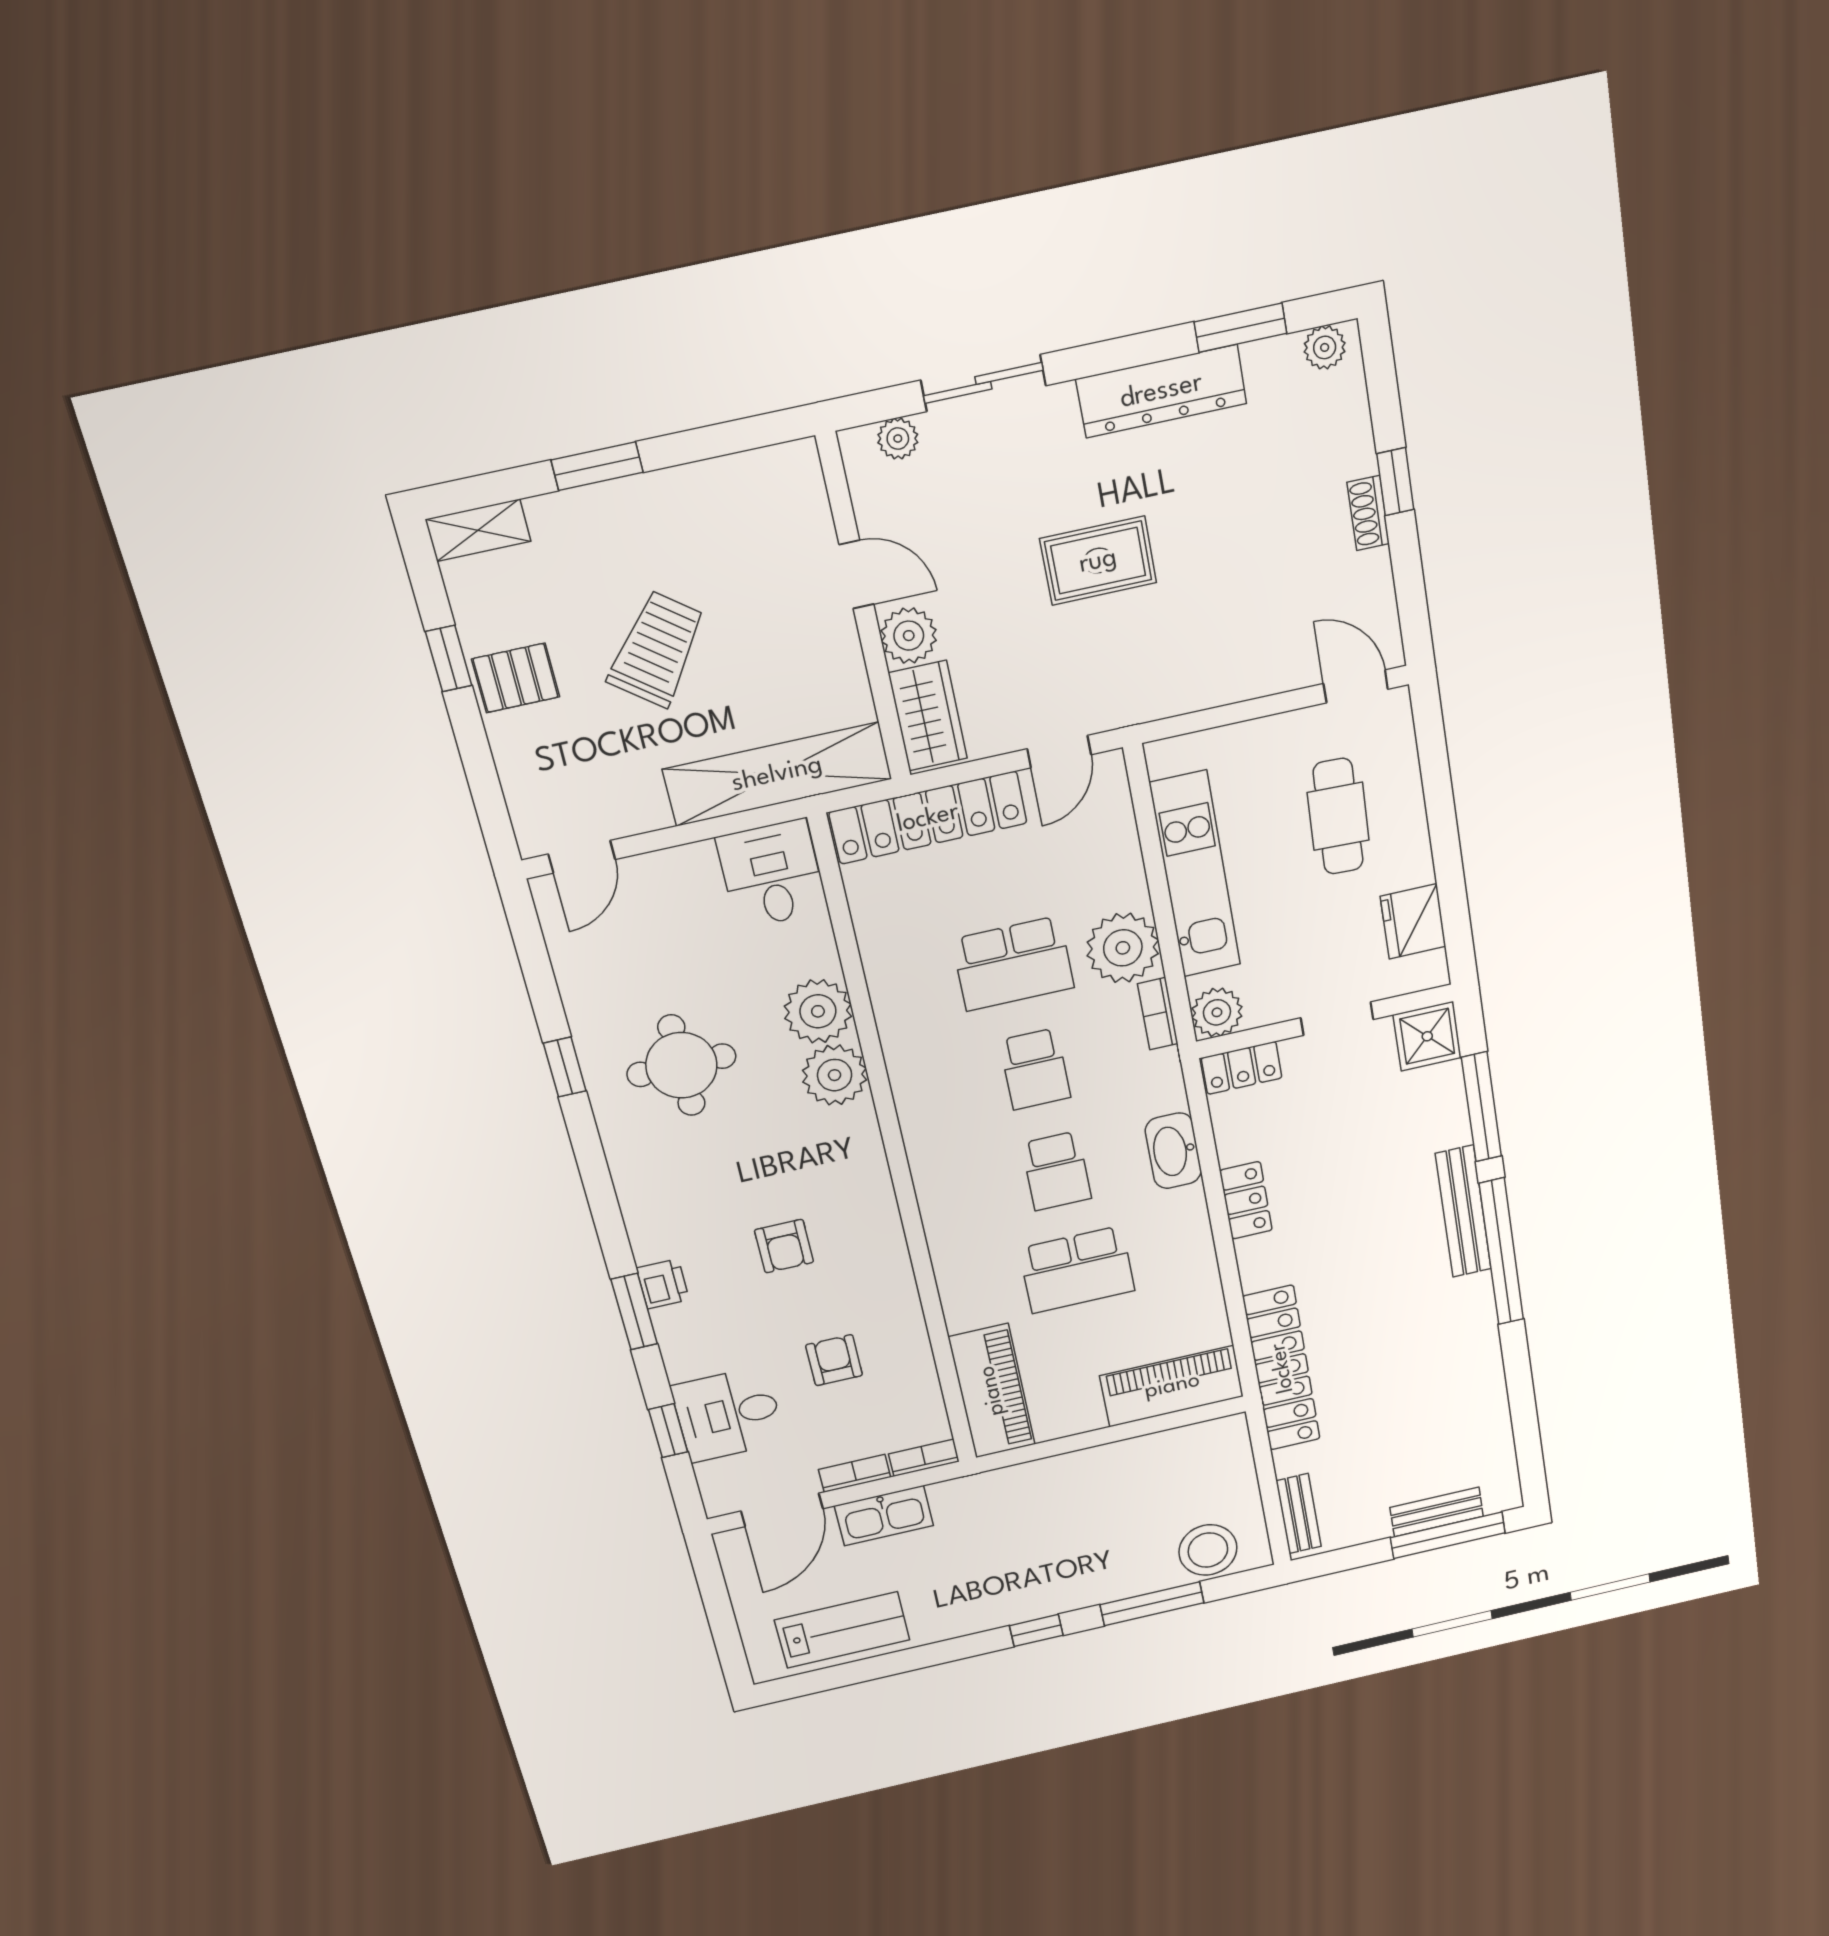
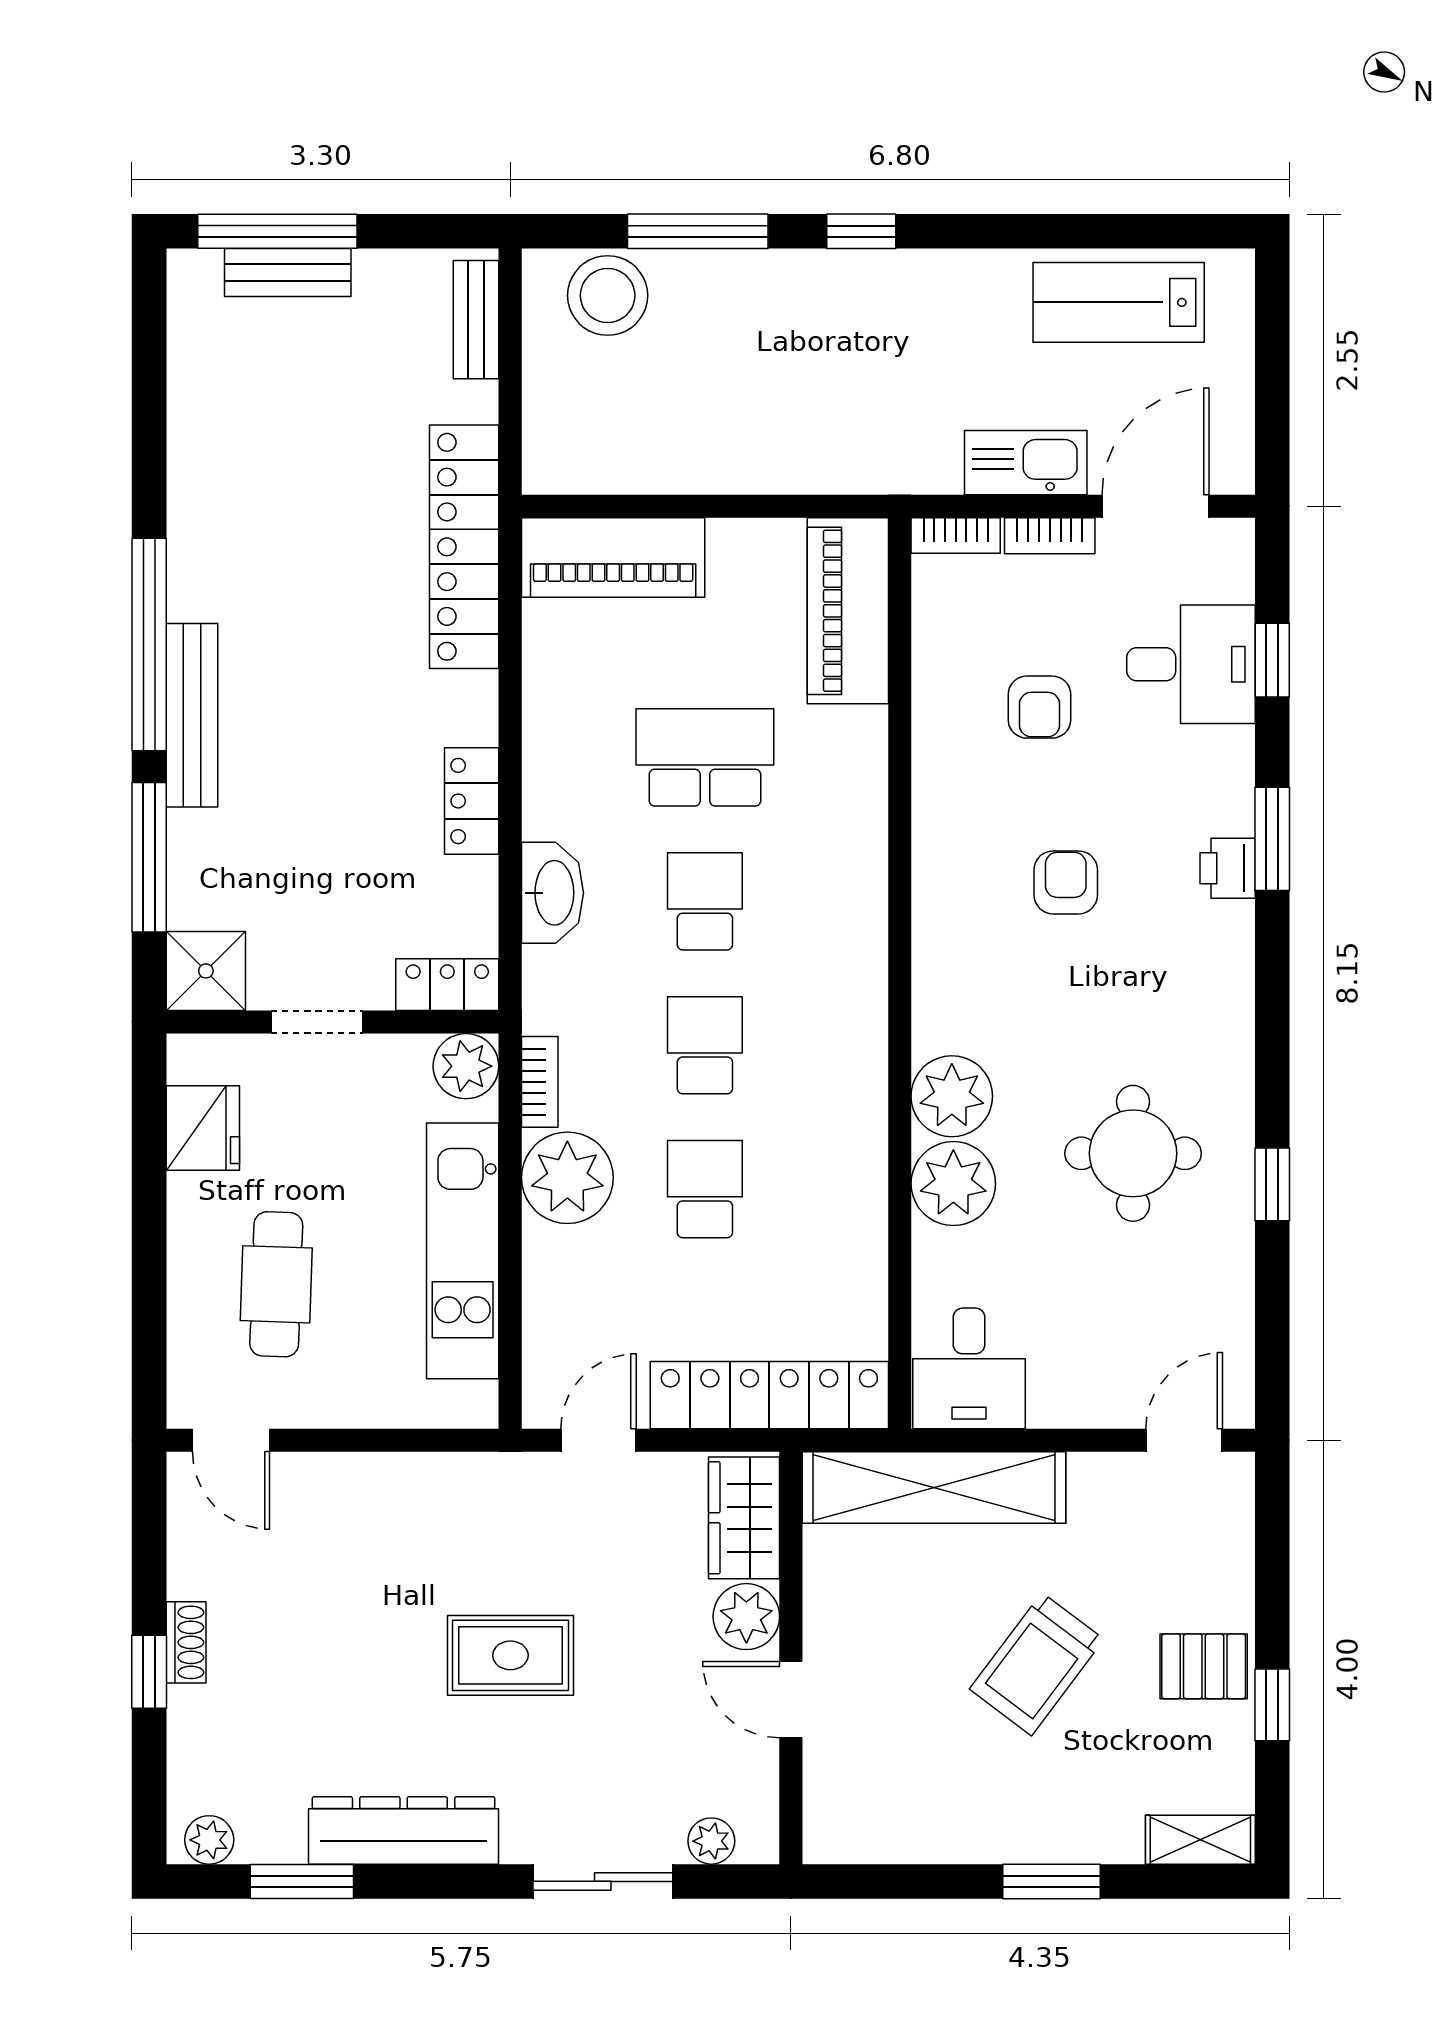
school desk: (1013, 964) -> (705, 1189), width x0.54

